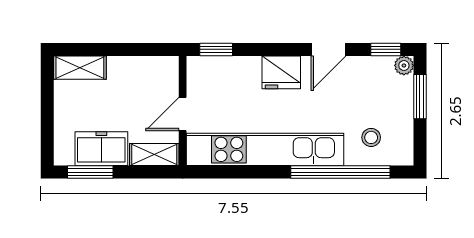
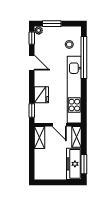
shelving: (80, 68) -> (39, 138), moved
fridge: (281, 72) -> (41, 95), moved
freezer: (101, 149) -> (74, 164), width x1.40

